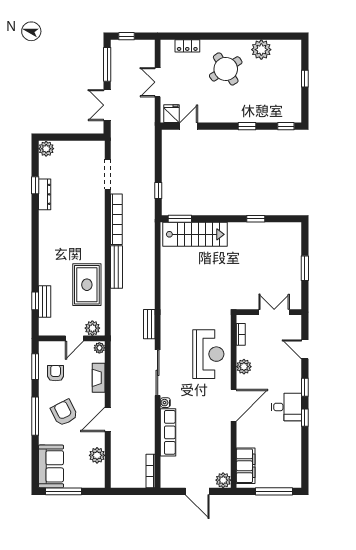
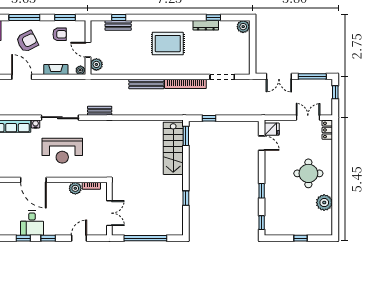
locker: (187, 46) -> (327, 130), moved
round table: (226, 69) -> (308, 173), turned 33
double door: (158, 82) -> (308, 118), moved
double door: (107, 105) -> (279, 76), swing flipped
window: (305, 268) -> (145, 238), width x2.11
rug: (87, 285) -> (168, 44), moved
reception desk: (208, 354) -> (62, 151), moved
plant: (244, 367) -> (75, 188), moved

